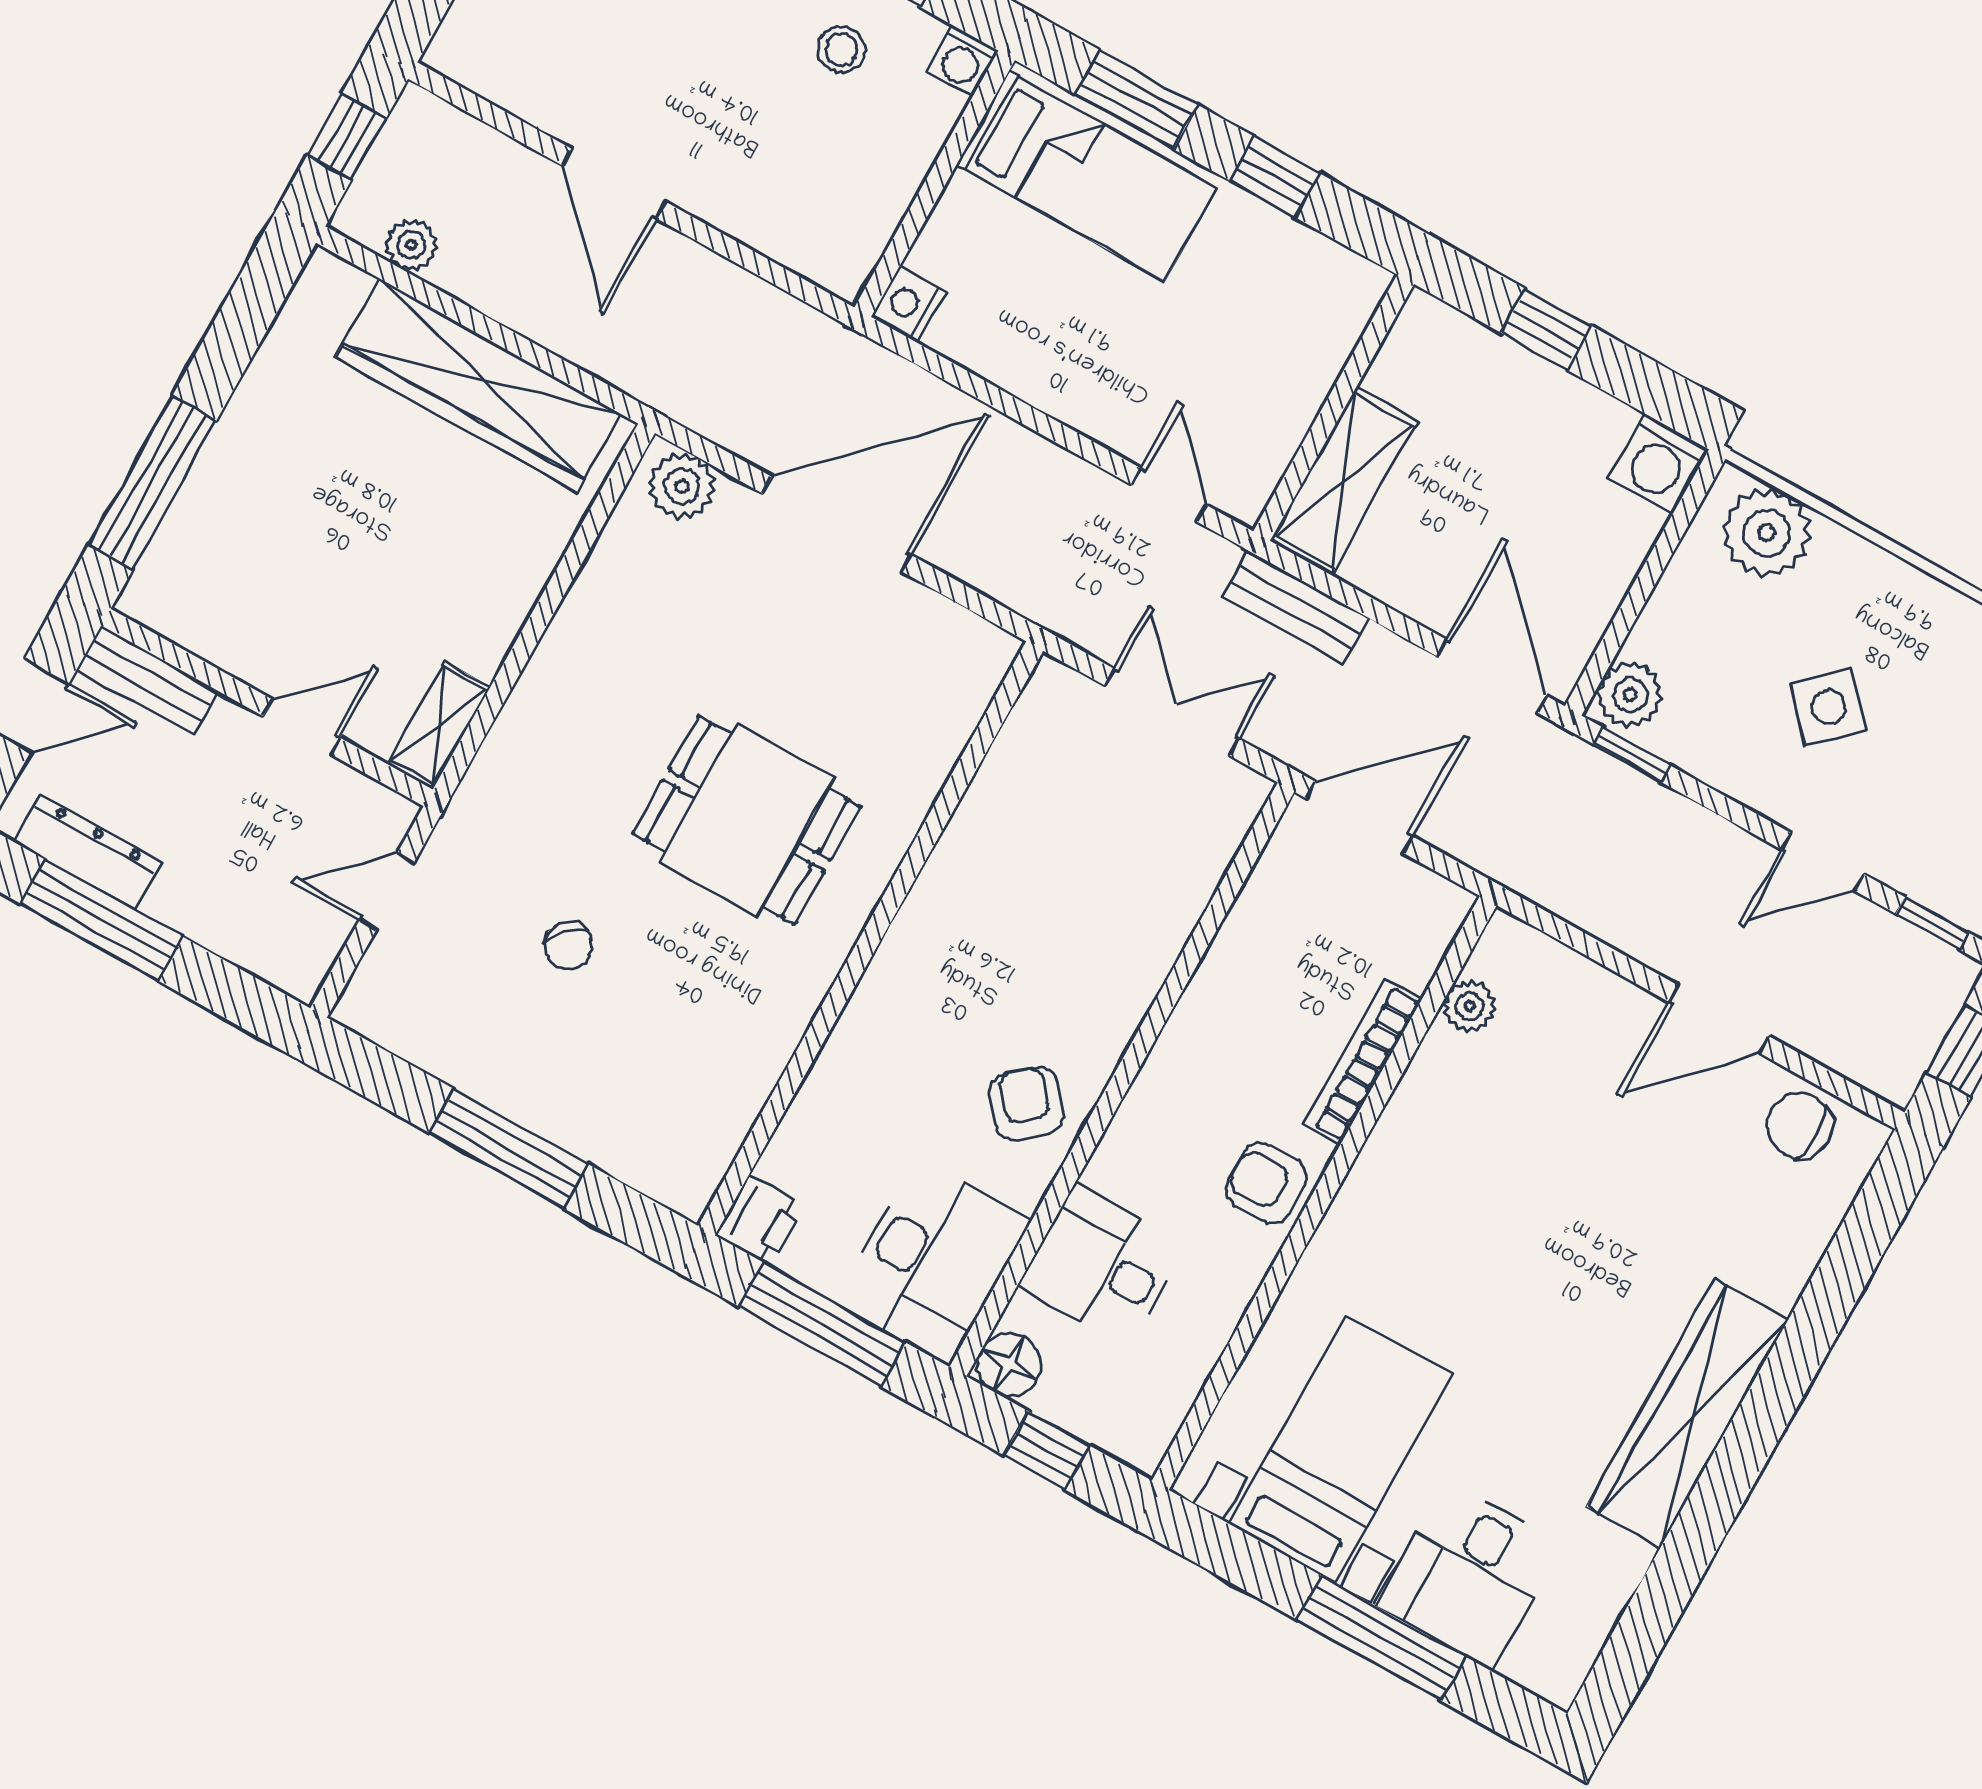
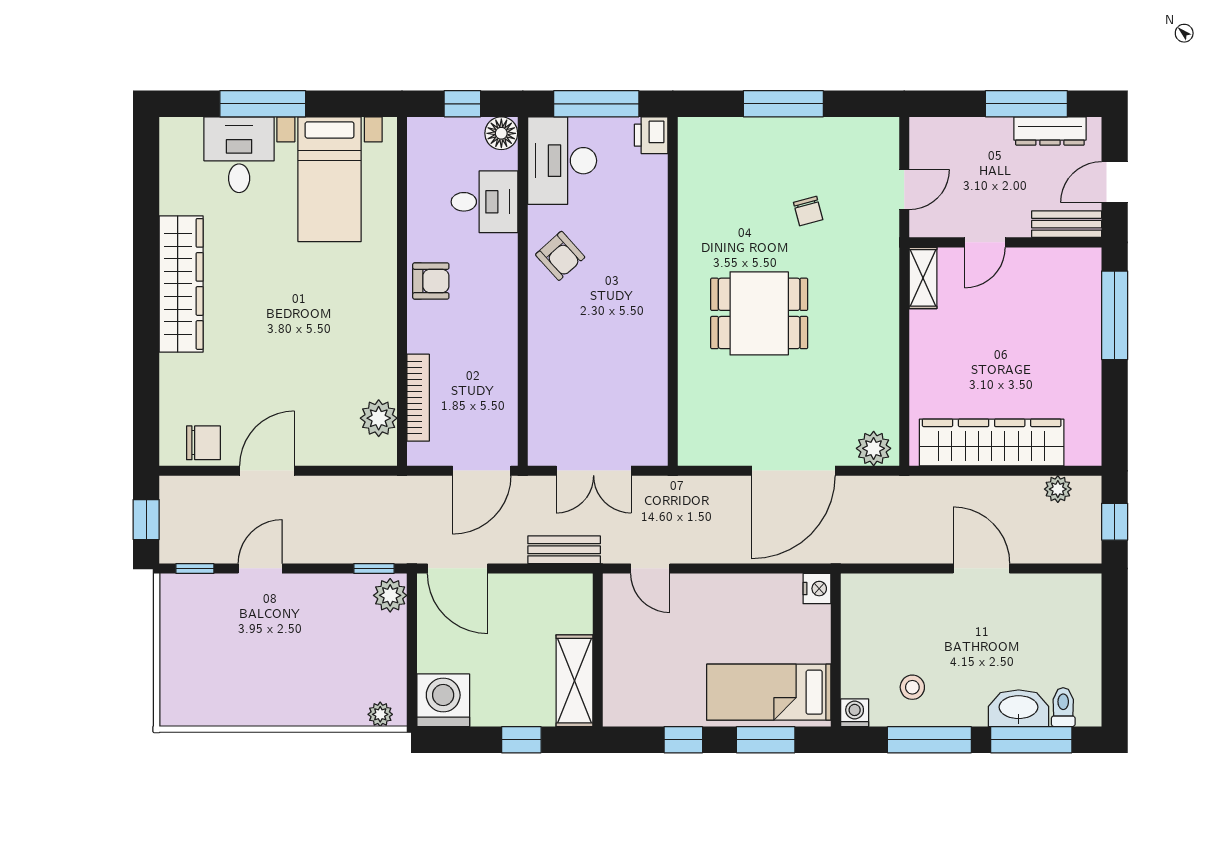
washing machine: (1659, 464) -> (443, 700), width x1.37, depth x1.37
shelving: (1344, 481) -> (574, 681), moved
plant: (1767, 533) -> (380, 714), width x0.53, depth x0.53
side table: (1828, 707) -> (297, 640), removed
chair: (568, 946) -> (808, 211), turned -148
plant: (1470, 1006) -> (379, 418), width x1.38, depth x1.38
bookcase: (1363, 1062) -> (418, 398), moved

